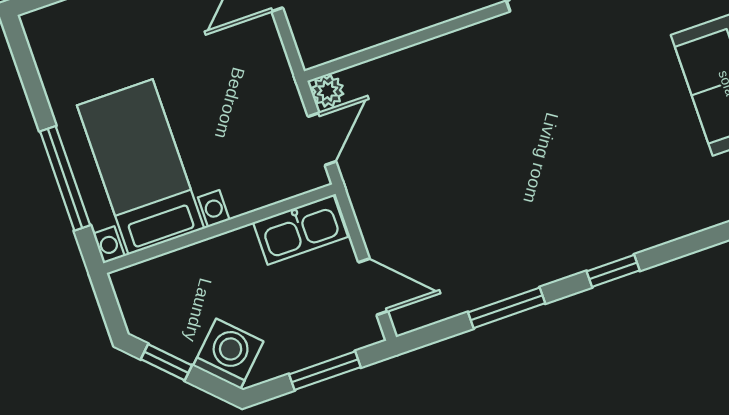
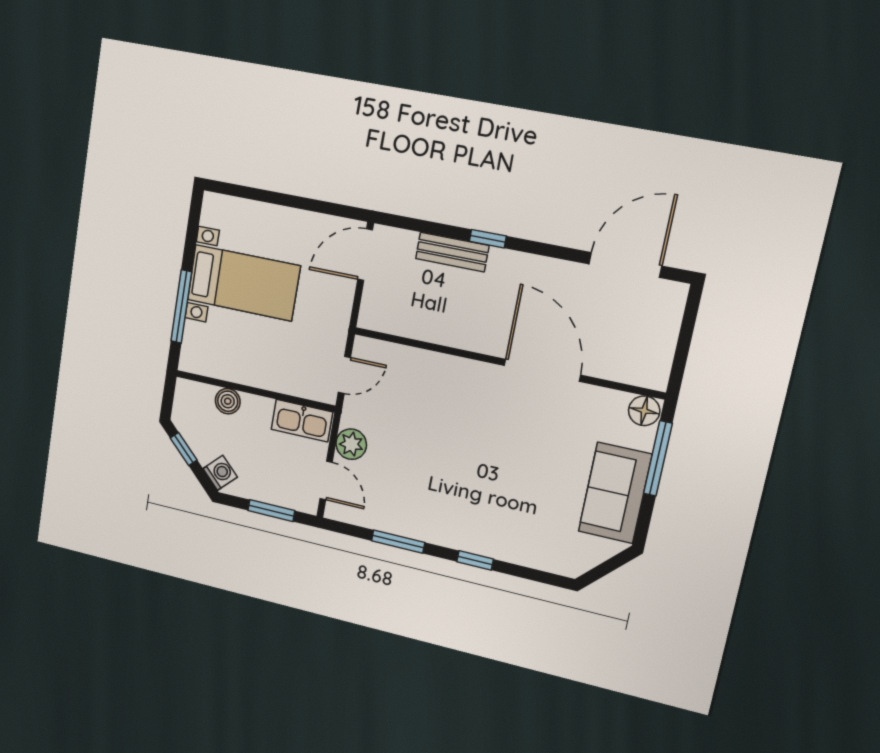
plant: (328, 91) -> (351, 444), moved, width x1.38, depth x1.38
bed with nightstands: (141, 167) -> (243, 283), moved, turned 90
boiler: (191, 263) -> (228, 401), added
washing machine: (228, 354) -> (220, 473), width x0.73, depth x0.73

